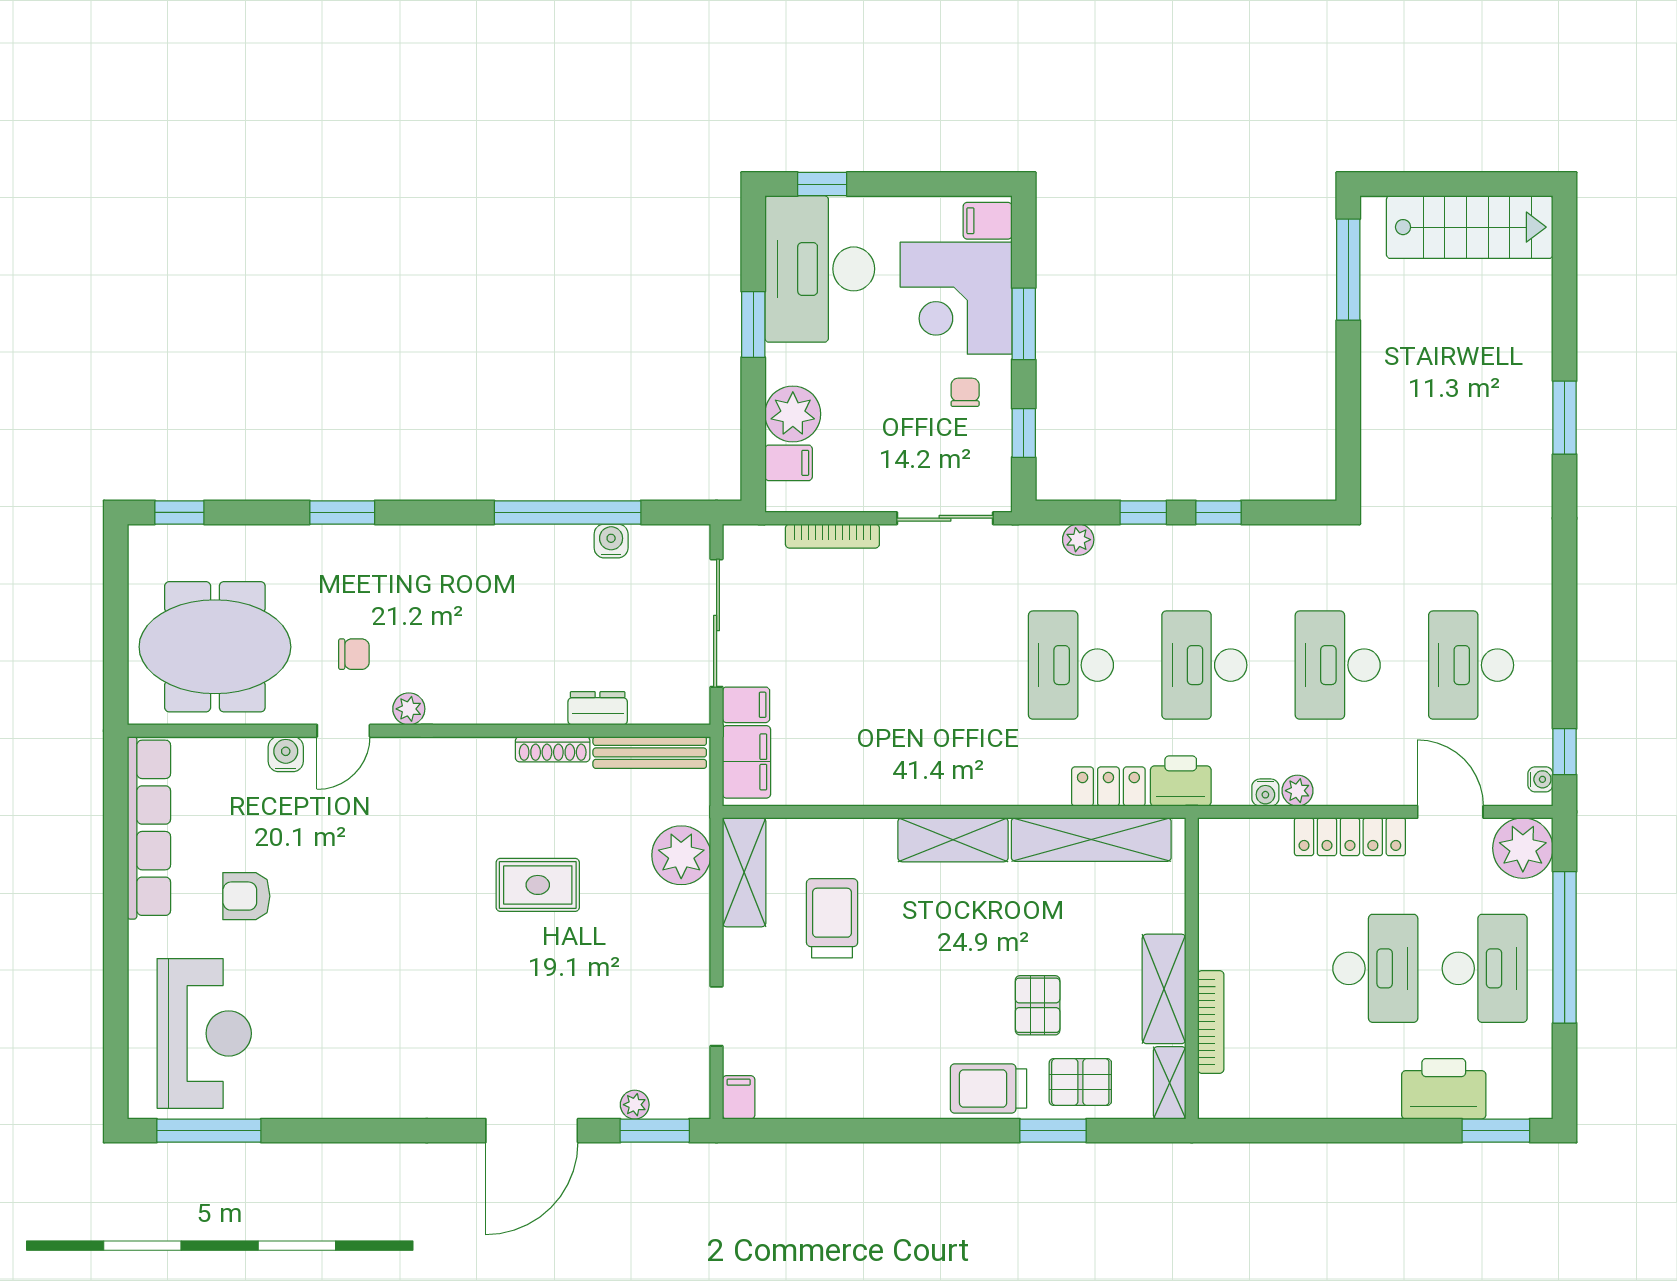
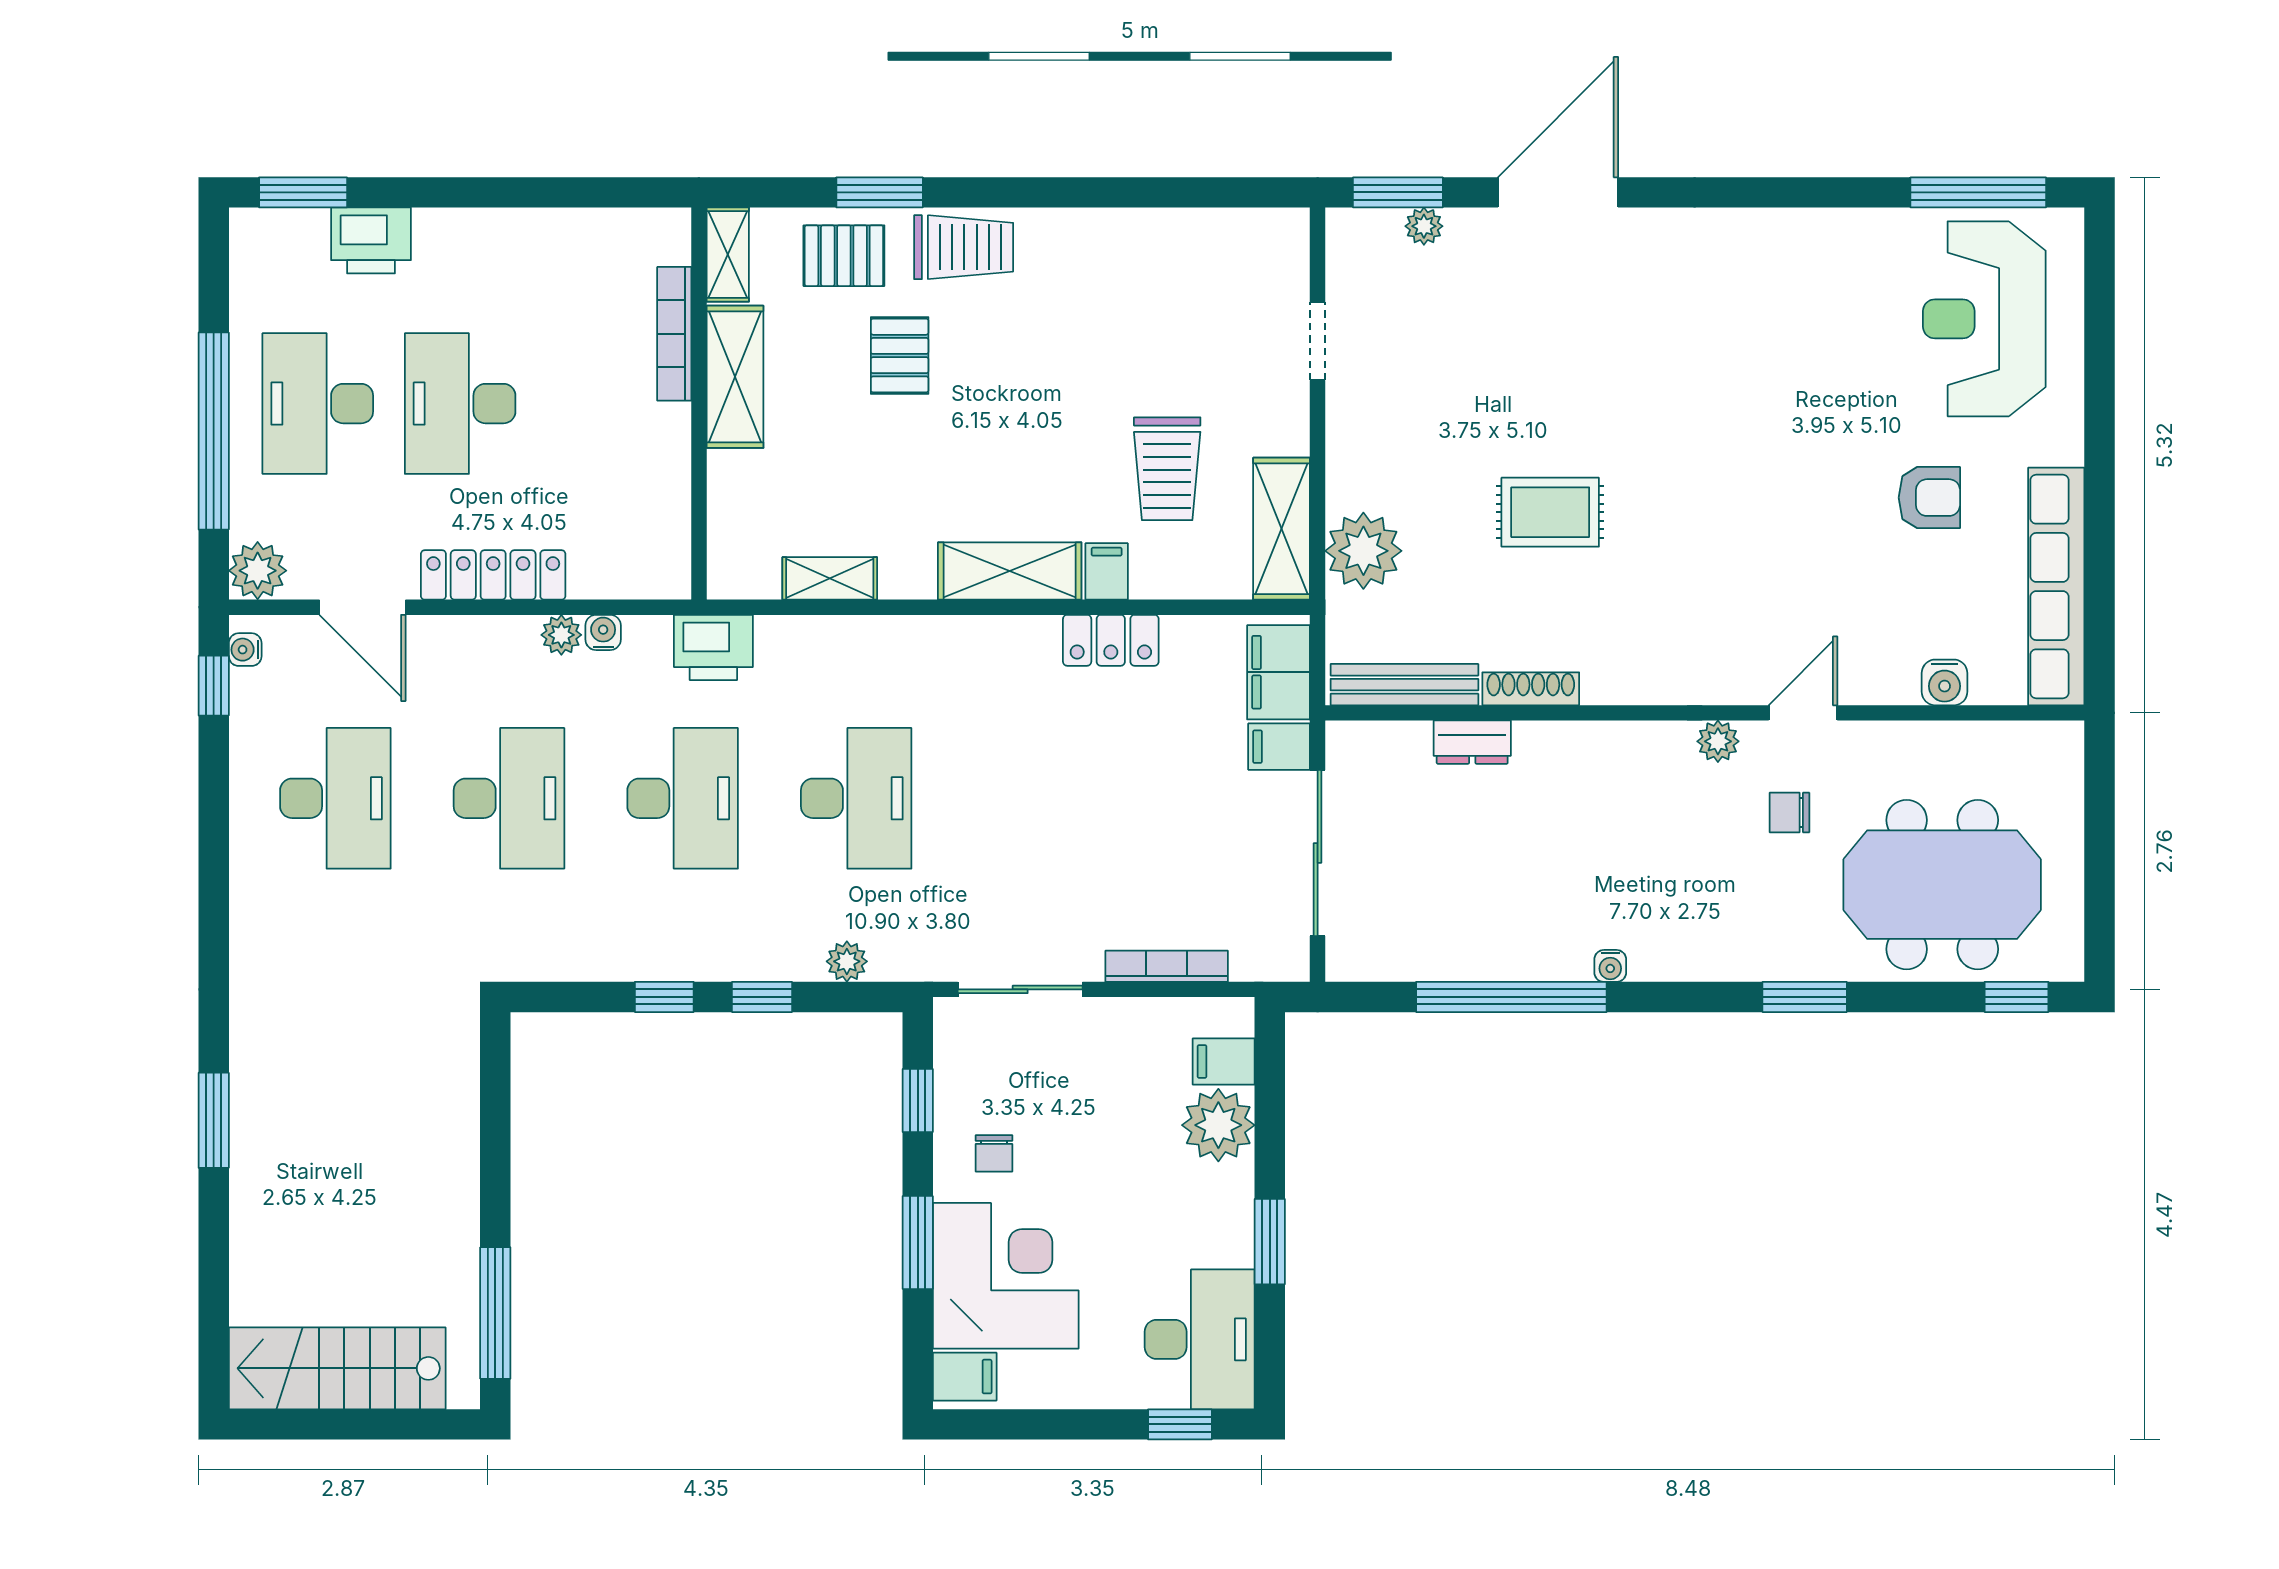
desk: (820, 269) -> (1200, 1339), width x0.73, depth x0.77
water cooler: (611, 541) -> (1610, 966), moved, width x0.72, depth x0.72
meeting table: (215, 647) -> (1942, 885), moved
water cooler: (286, 754) -> (1945, 682), moved
locker: (1108, 786) -> (1111, 640), moved
shelving: (1091, 839) -> (830, 578), width x0.45, depth x0.75
plant: (1523, 848) -> (258, 571), width x0.73, depth x0.73
printer: (1444, 1089) -> (371, 240), width x0.73, depth x0.84
filing cabinet: (739, 1097) -> (1107, 571), moved, turned 180

